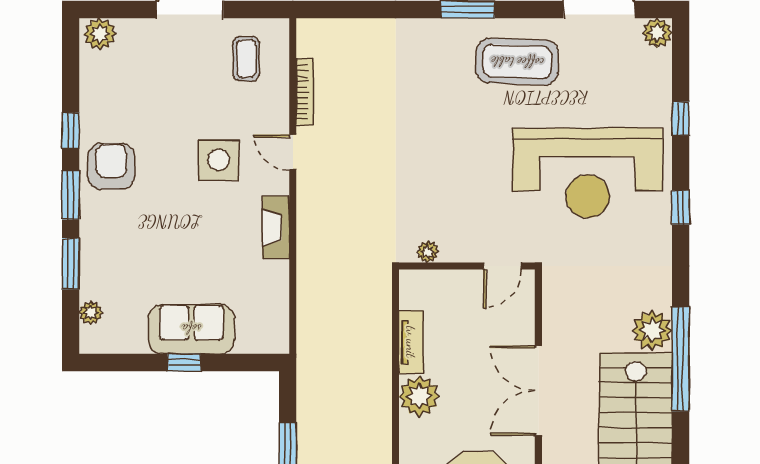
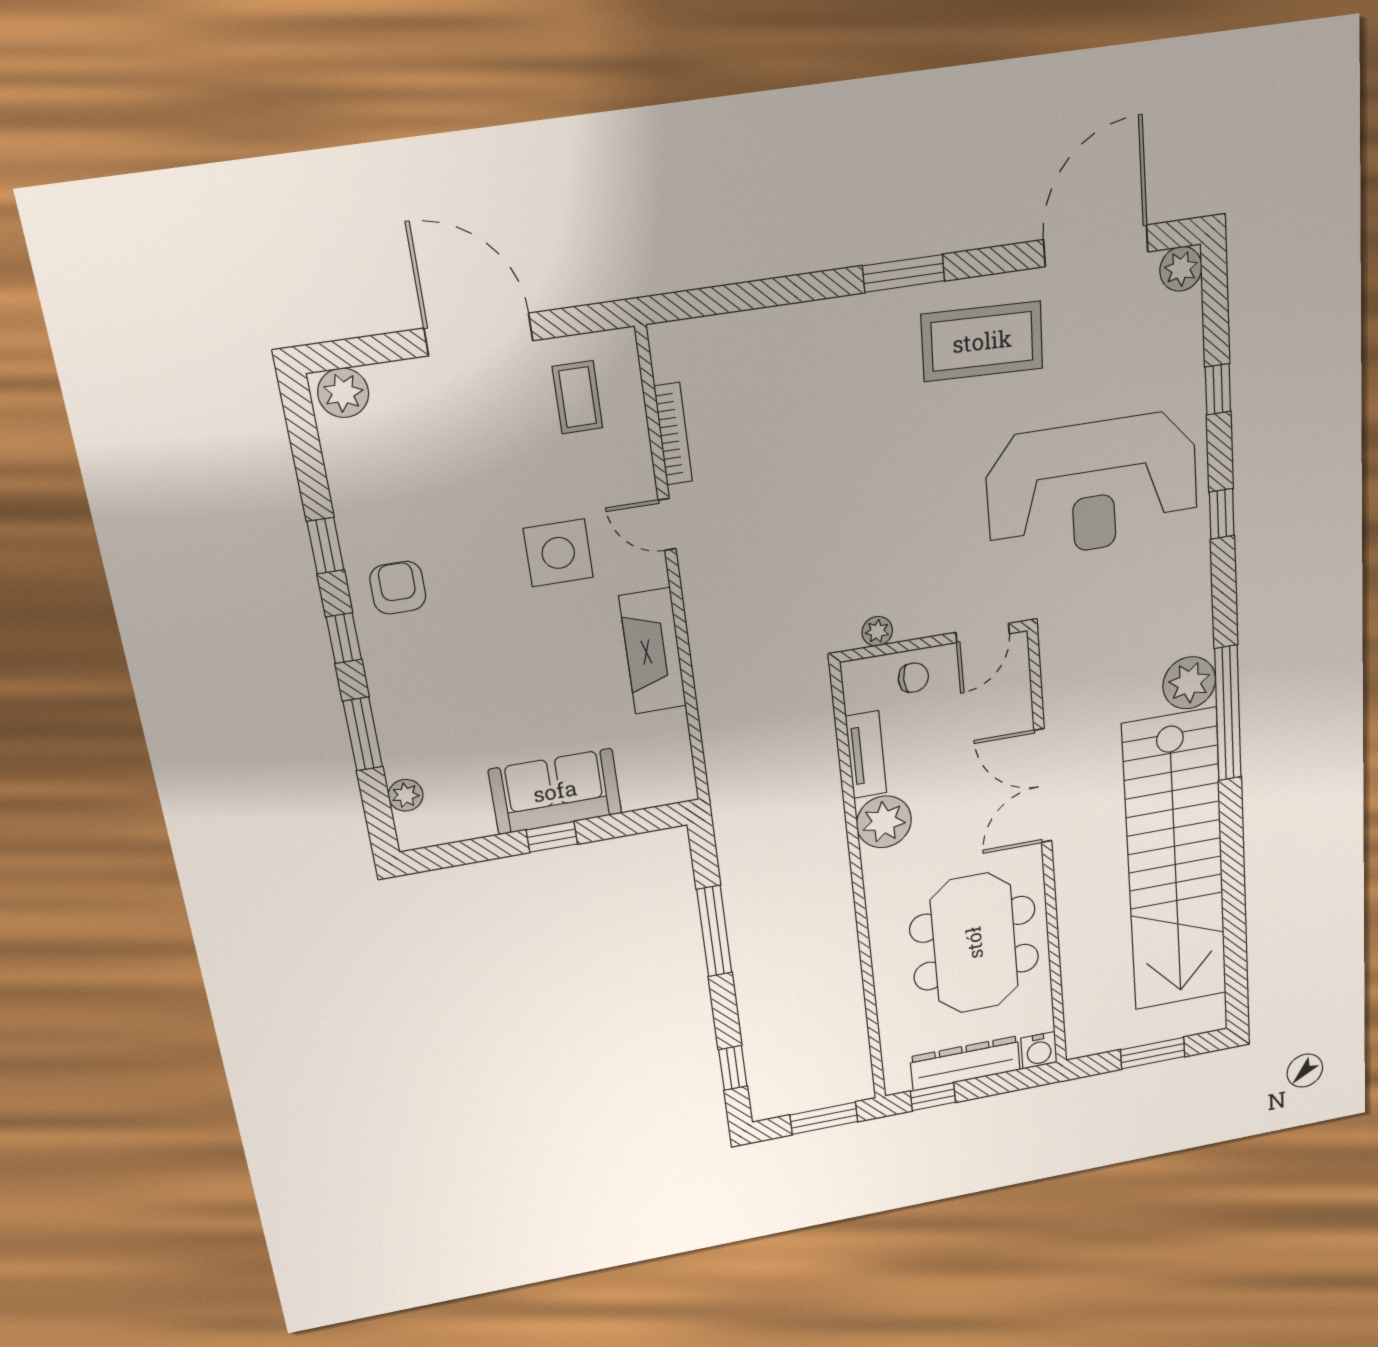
armchair: (111, 166) -> (398, 588), width x0.72, depth x0.72
window: (71, 195) -> (344, 638), width x0.67
fireplace: (276, 227) -> (653, 651), width x1.37, depth x1.32
chair: (450, 290) -> (913, 678), added

